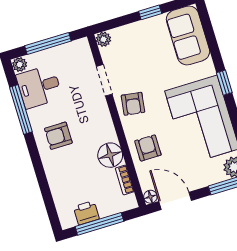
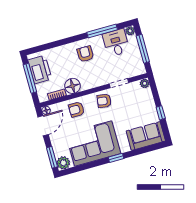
armchair: (148, 148) -> (76, 109), turned 180
printer: (86, 213) -> (40, 69), width x1.87, depth x1.48

